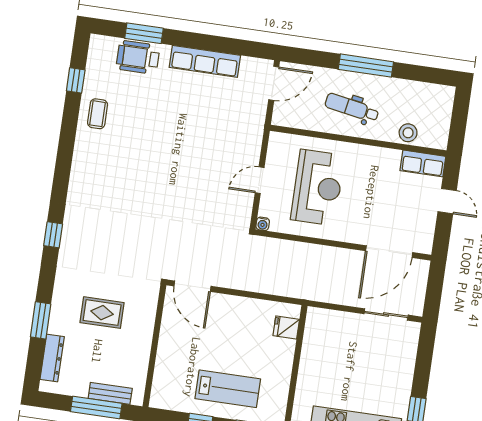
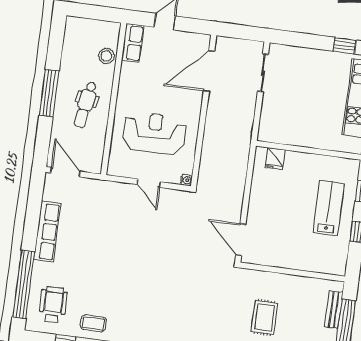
window: (144, 33) -> (24, 284), width x2.11
wheelchair: (138, 57) -> (53, 305), moved, turned 180
door: (389, 252) -> (209, 71), swing flipped
door: (193, 286) -> (241, 240), swing flipped

